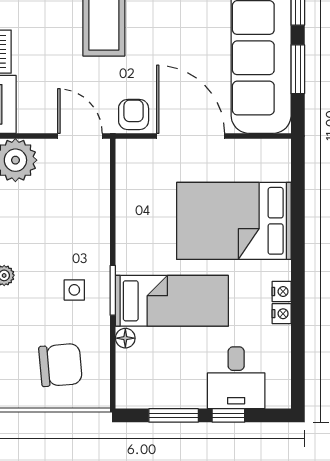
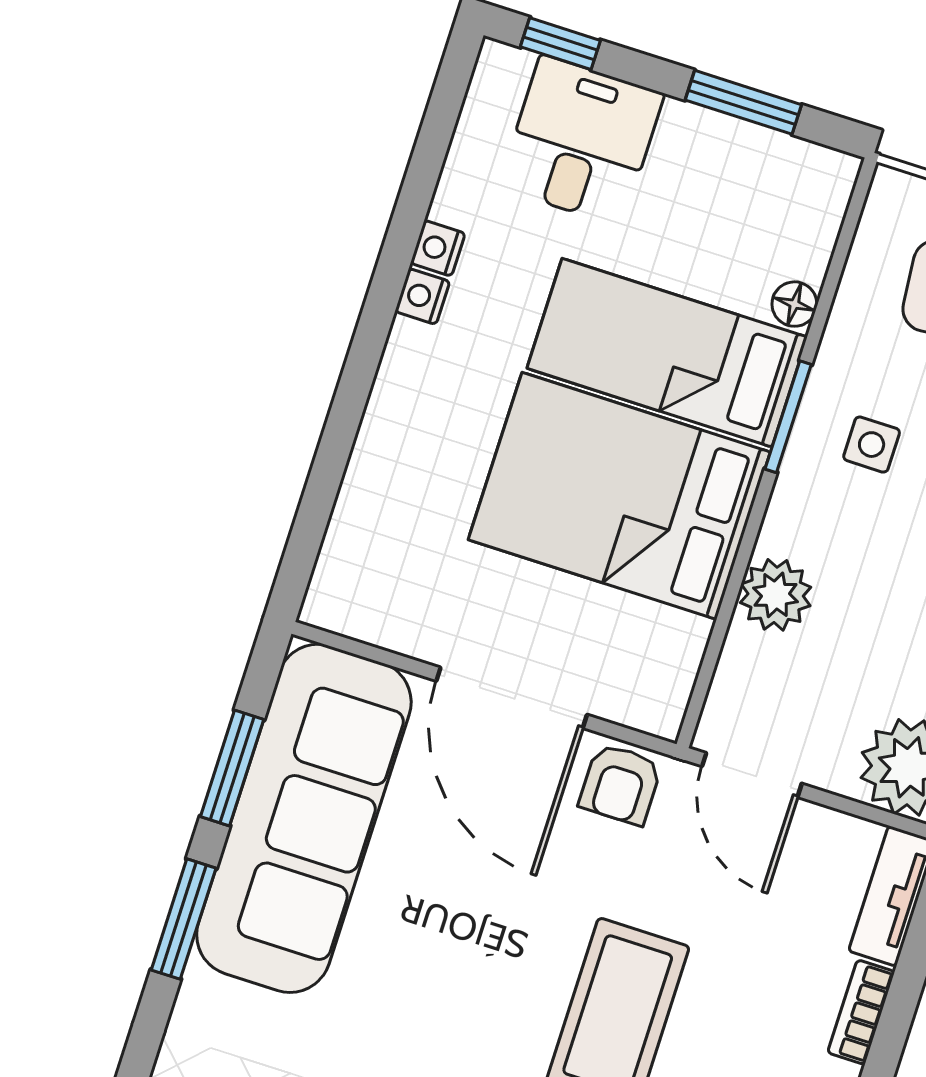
plant: (94, 214) -> (776, 595), added
bed: (234, 221) -> (619, 496), moved, turned 180
window: (228, 415) -> (560, 44), moved

